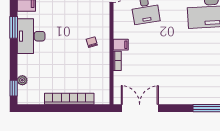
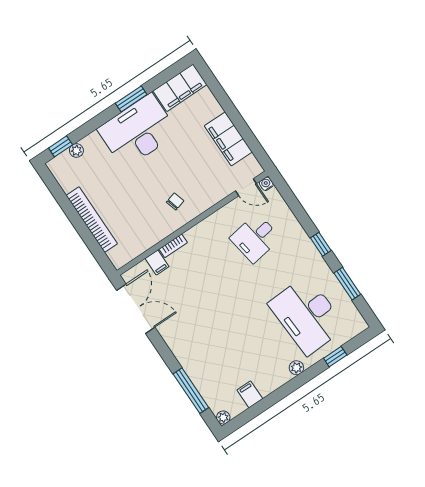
desk: (31, 36) -> (138, 131), width x1.36, depth x1.30
filing cabinet: (121, 45) -> (157, 263), moved

